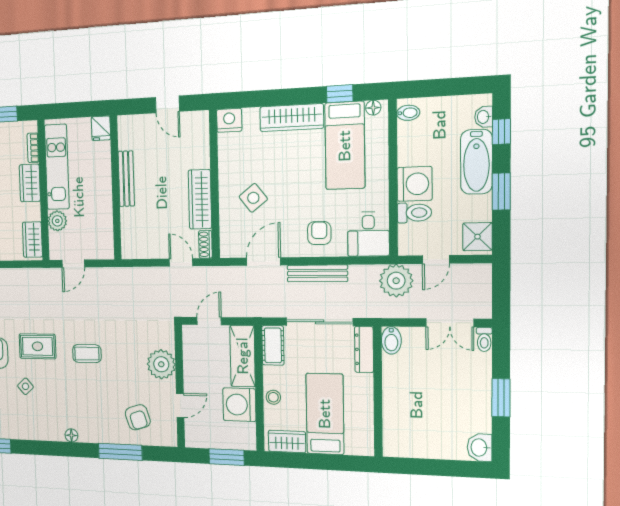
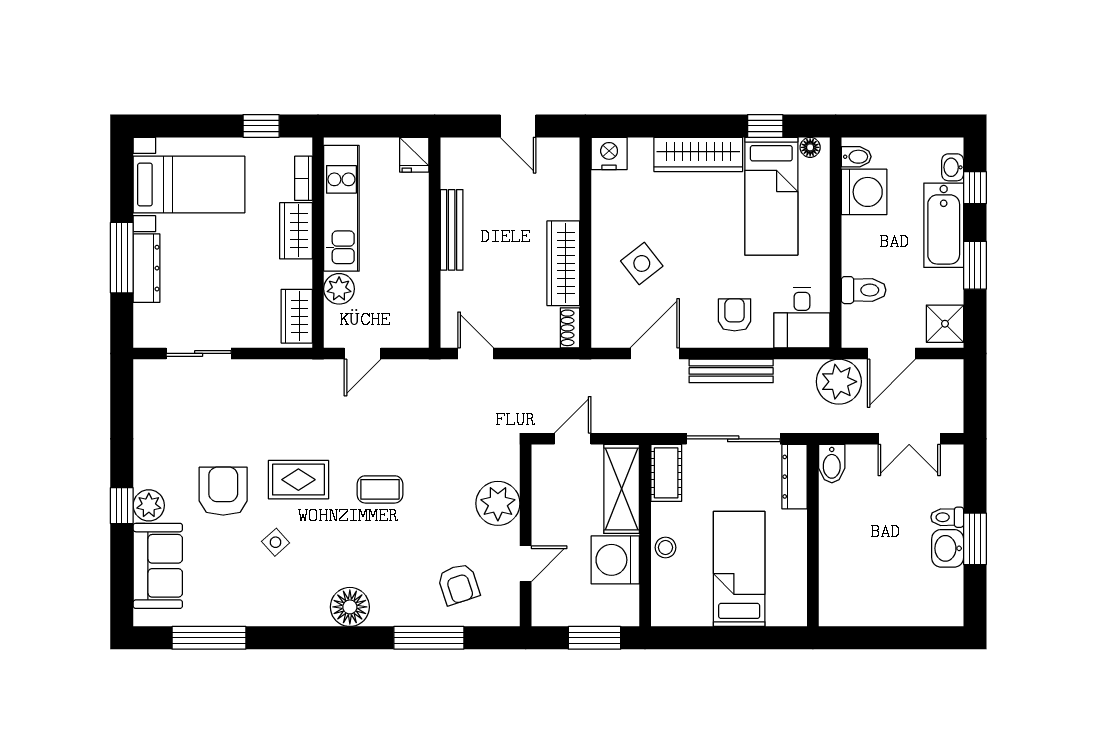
washing machine: (415, 184) -> (864, 192), moved
door: (436, 260) -> (891, 353), width x1.38
door: (181, 262) -> (476, 353), moved
toilet: (484, 339) -> (947, 517), moved, turned 90
floor lamp: (71, 435) -> (350, 607), width x1.89, depth x1.89
wardrobe: (287, 442) -> (684, 611), removed
washbasin: (480, 448) -> (948, 548), moved

